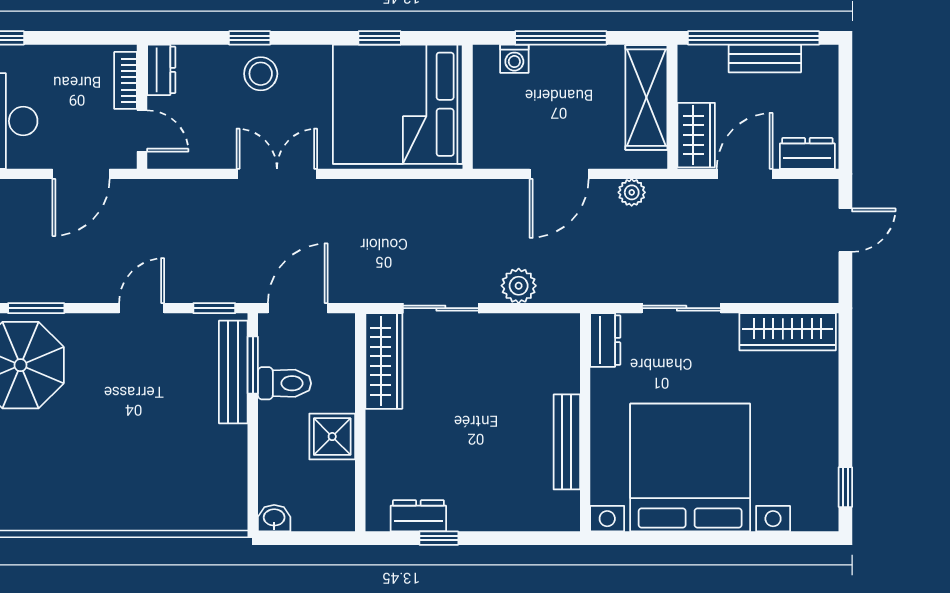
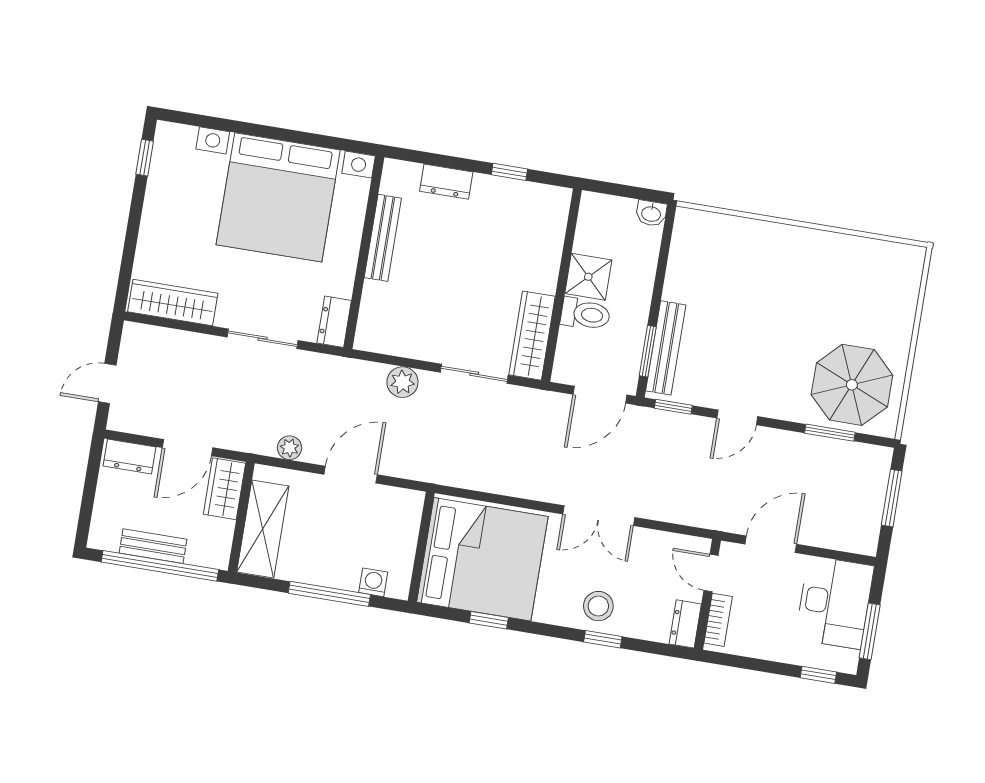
toilet: (285, 383) -> (585, 314), moved, turned 180
dresser: (418, 516) -> (446, 182), moved

